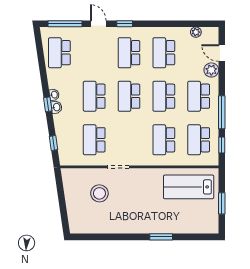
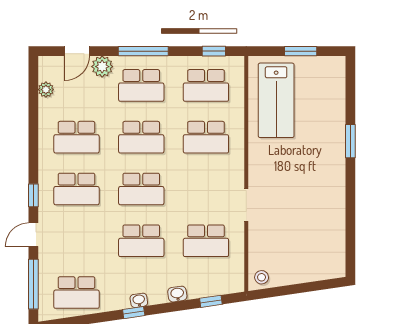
window: (48, 104) -> (134, 313), moved
washbasin: (56, 107) -> (177, 294), moved
window: (222, 112) -> (143, 51), moved
stool: (99, 193) -> (262, 277), moved, width x0.53, depth x0.53

